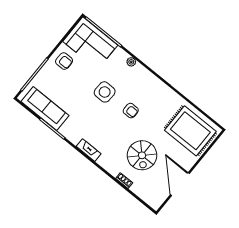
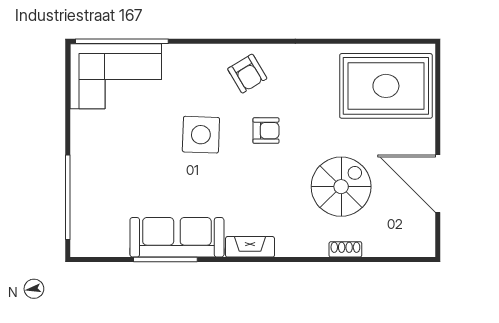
armchair: (64, 61) -> (247, 74), moved, turned 59
plant: (131, 62) -> (204, 53), removed
sofa: (45, 109) -> (177, 237), moved
spiral stairs: (142, 155) -> (341, 187), turned -90

